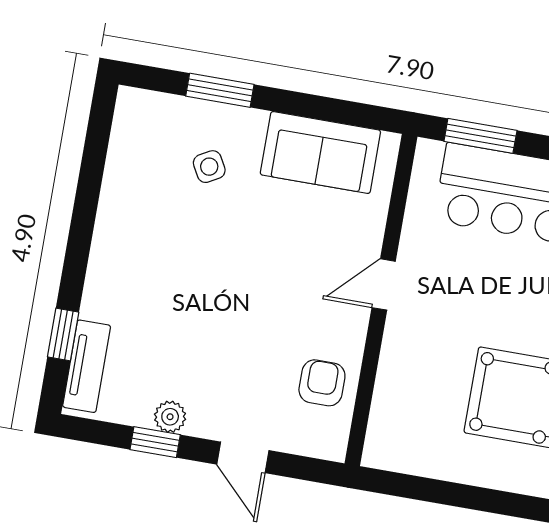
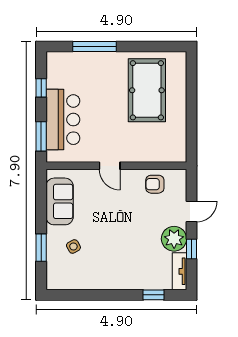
tv unit: (87, 366) -> (179, 271), moved, turned -90
plant: (170, 417) -> (174, 239), width x1.88, depth x1.88

